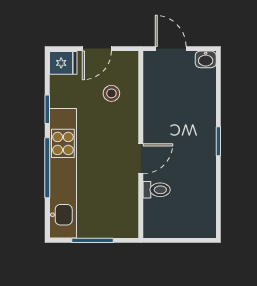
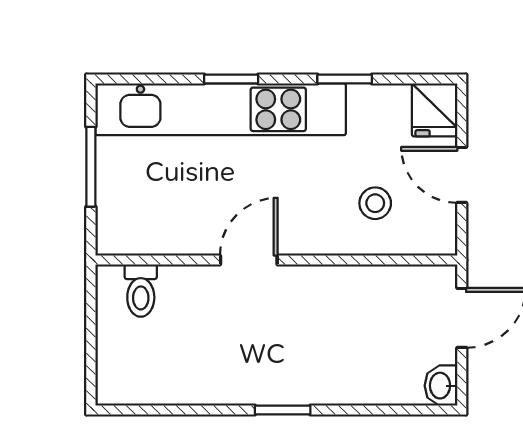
door: (141, 159) -> (249, 260), swing flipped
window: (47, 168) -> (231, 79), width x0.46
toilet: (157, 190) -> (141, 291), moved

